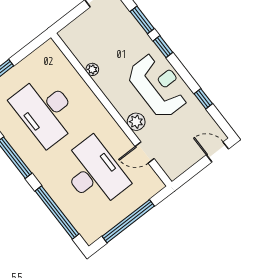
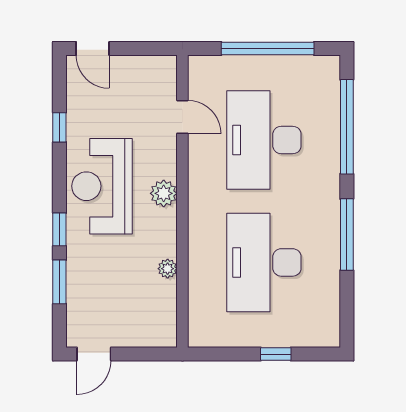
desk: (46, 111) -> (264, 262), turned 180
plant: (136, 122) -> (164, 193), moved

